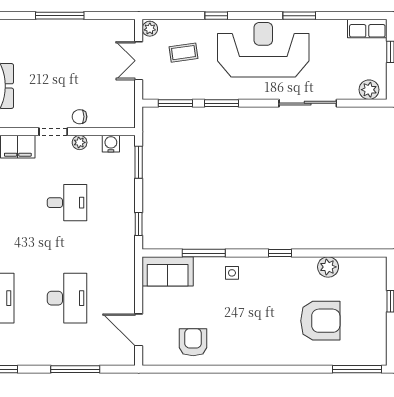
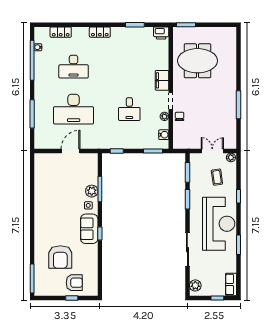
plant: (328, 267) -> (92, 191), moved
sofa: (168, 271) -> (89, 229), moved
desk: (67, 298) -> (74, 109), width x1.36, depth x1.30
door: (139, 330) -> (70, 151), moved
armchair: (193, 342) -> (74, 283), moved

